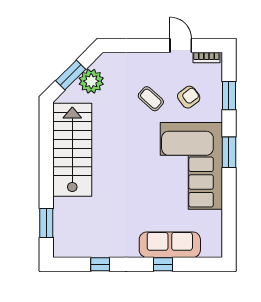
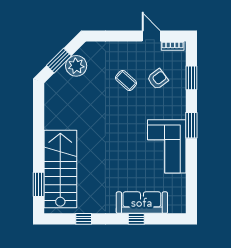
stairs: (72, 150) -> (60, 169), moved
corner sofa: (191, 166) -> (167, 146), width x0.73, depth x0.74

